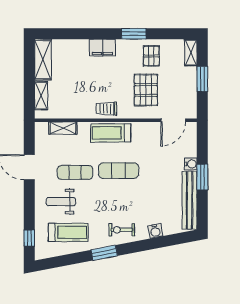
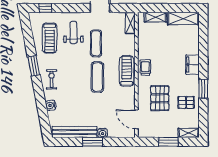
pallet: (146, 90) -> (160, 98), turned 90
shelving: (63, 128) -> (130, 23), moved

